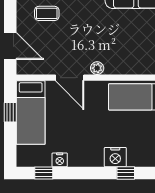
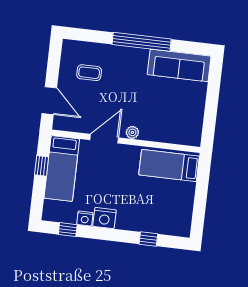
door: (70, 78) -> (104, 139), swing flipped
nightstand: (115, 157) -> (104, 218), moved

